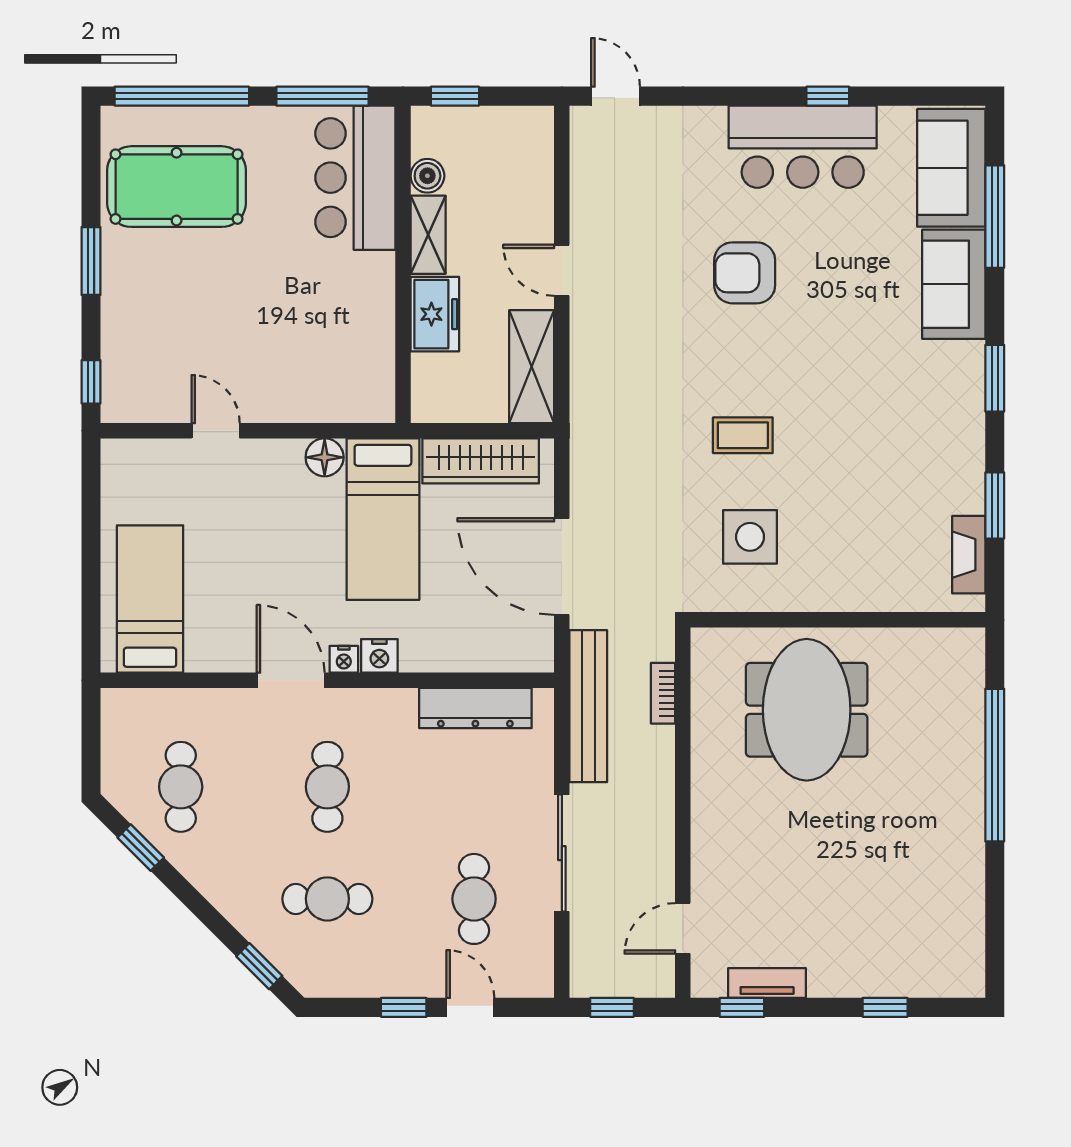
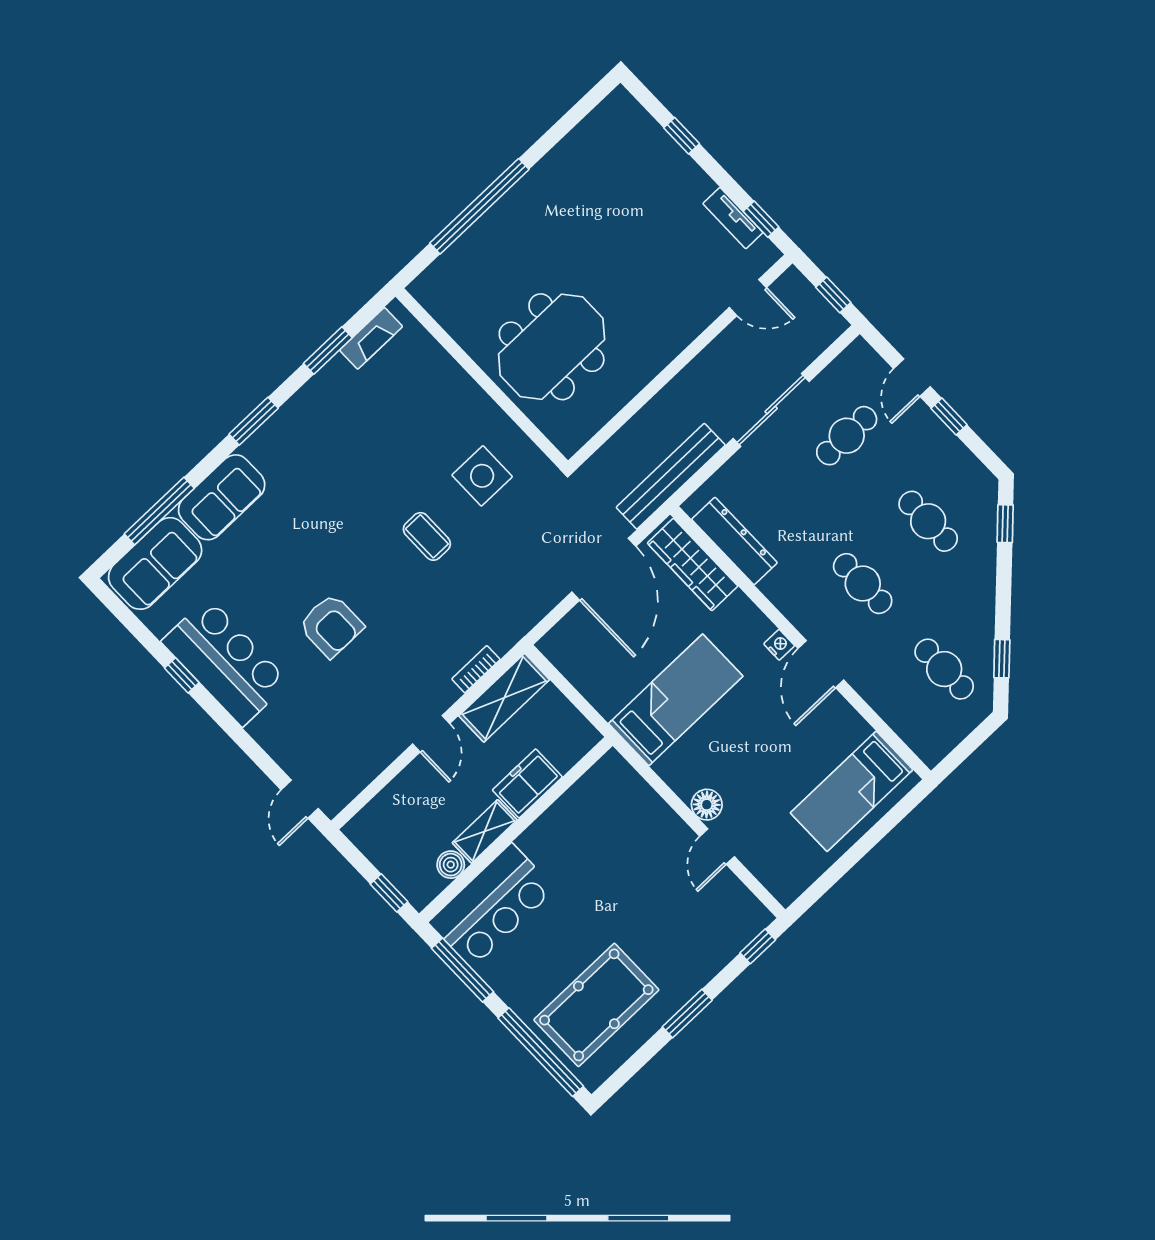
pool table: (177, 187) -> (596, 1005), turned 90
floor lamp: (325, 457) -> (707, 805), moved
wardrobe: (481, 461) -> (693, 565), moved, turned 180
nightstand: (379, 656) -> (757, 626), removed
bookcase: (663, 693) -> (476, 669), moved, turned 180
cafe table: (181, 787) -> (944, 669), turned 90
cafe table: (327, 787) -> (863, 584), turned 90

